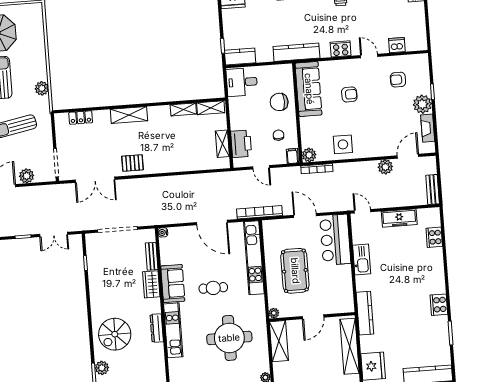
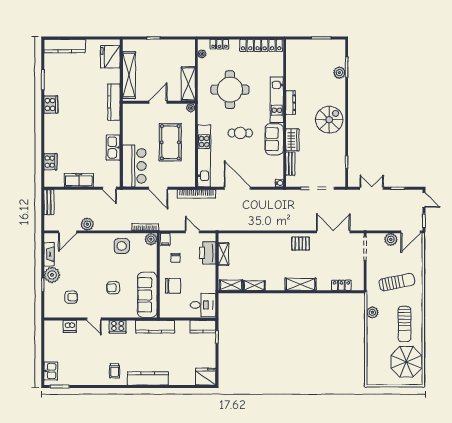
spiral stairs: (115, 334) -> (329, 120), moved

